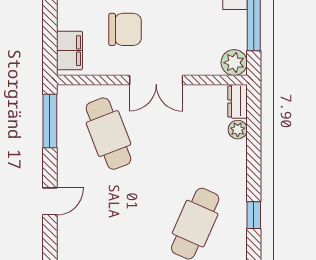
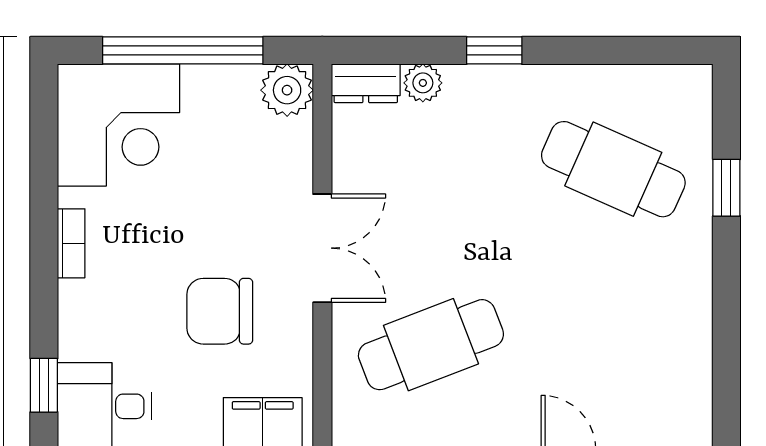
chair: (125, 29) -> (220, 311), turned -90
window: (254, 215) -> (494, 50), moved

